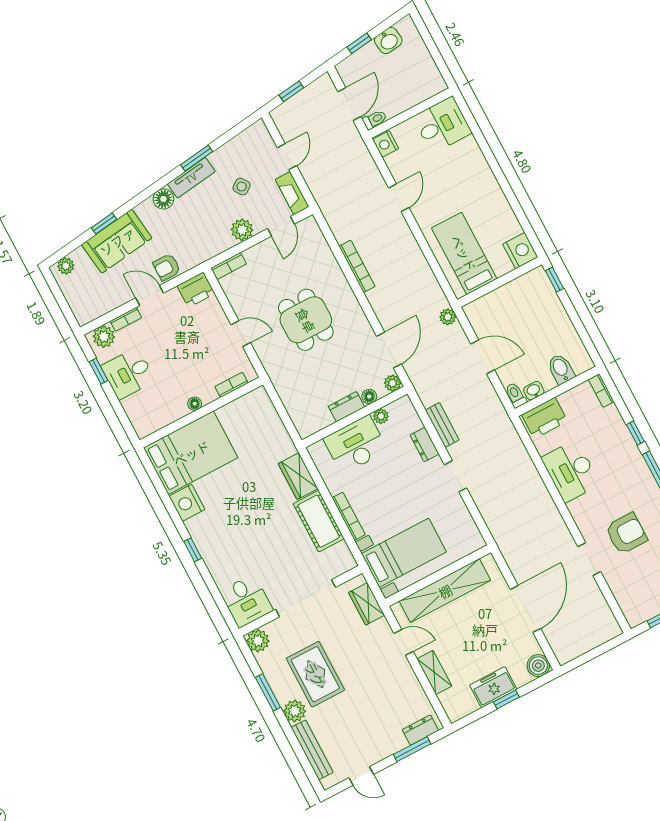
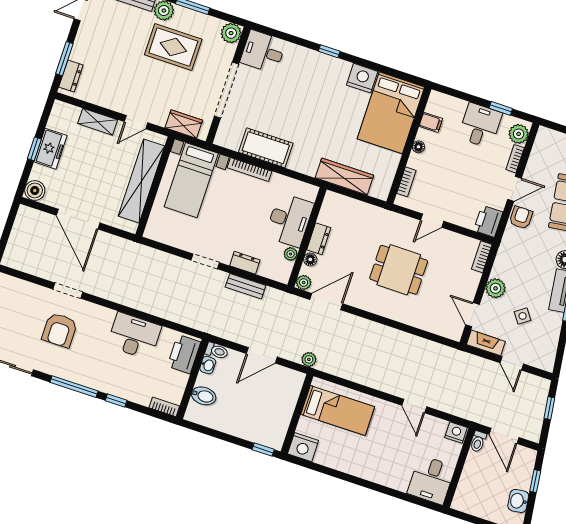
bookcase: (357, 266) -> (399, 336), removed
door: (389, 350) -> (326, 302), swing flipped
filing cabinet: (166, 414) -> (431, 122), added
wardrobe: (298, 476) -> (344, 176), moved, width x1.50

